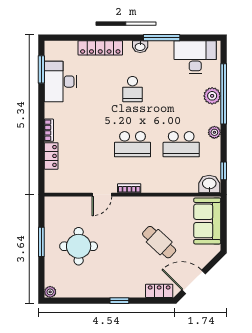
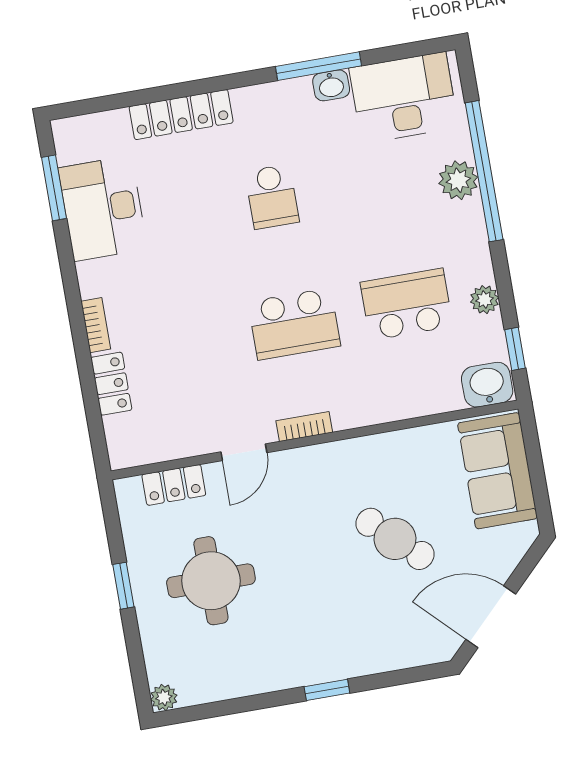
washbasin: (140, 47) -> (331, 85), moved
plant: (214, 132) -> (485, 300), moved
school desk: (181, 144) -> (407, 304), turned 180
window: (41, 242) -> (123, 586), width x0.67
locker: (159, 291) -> (174, 485), moved, turned 180

